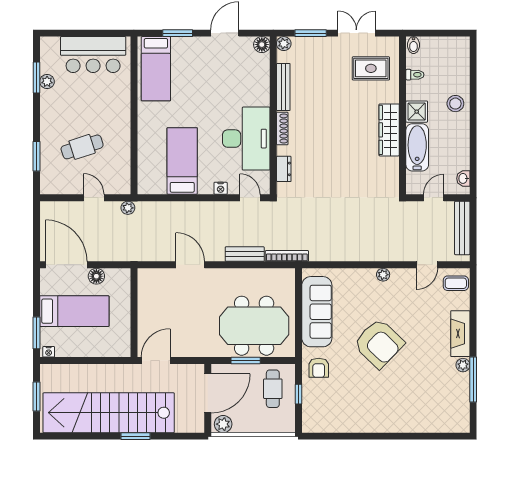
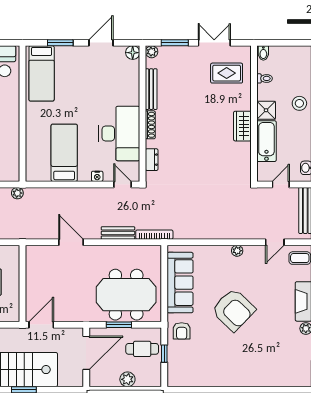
wardrobe: (389, 130) -> (242, 126), width x0.67
cafe table: (273, 389) -> (142, 349), turned 90
plant: (223, 424) -> (127, 379), moved

